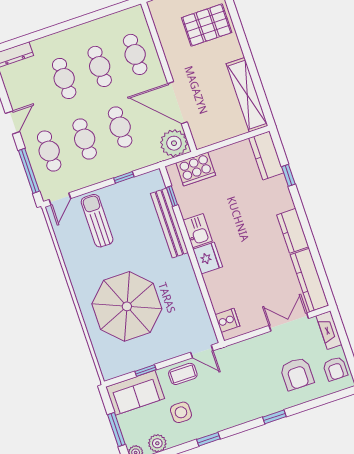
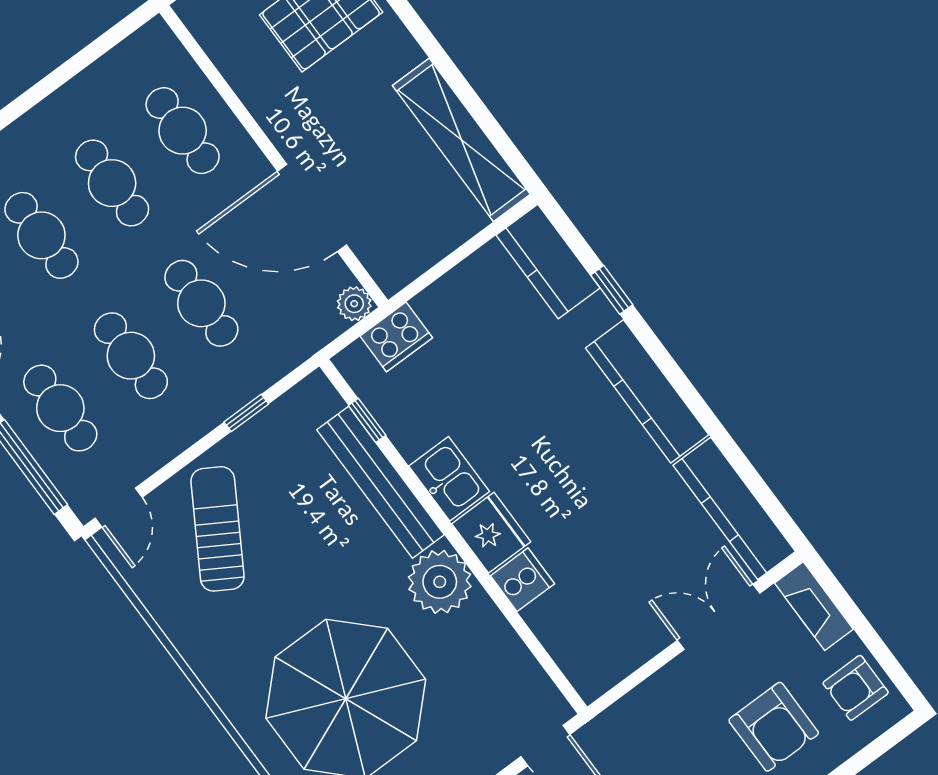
plant: (174, 143) -> (354, 304), width x0.53, depth x0.53
cooker: (196, 169) -> (396, 337), width x0.73, depth x0.76
sun lounger: (97, 221) -> (217, 529), turned 31
kitchen counter: (293, 231) -> (647, 391), width x1.50
plant: (180, 271) -> (440, 582), added
cooker: (227, 320) -> (522, 580), moved
armchair: (335, 369) -> (856, 688), turned 90

